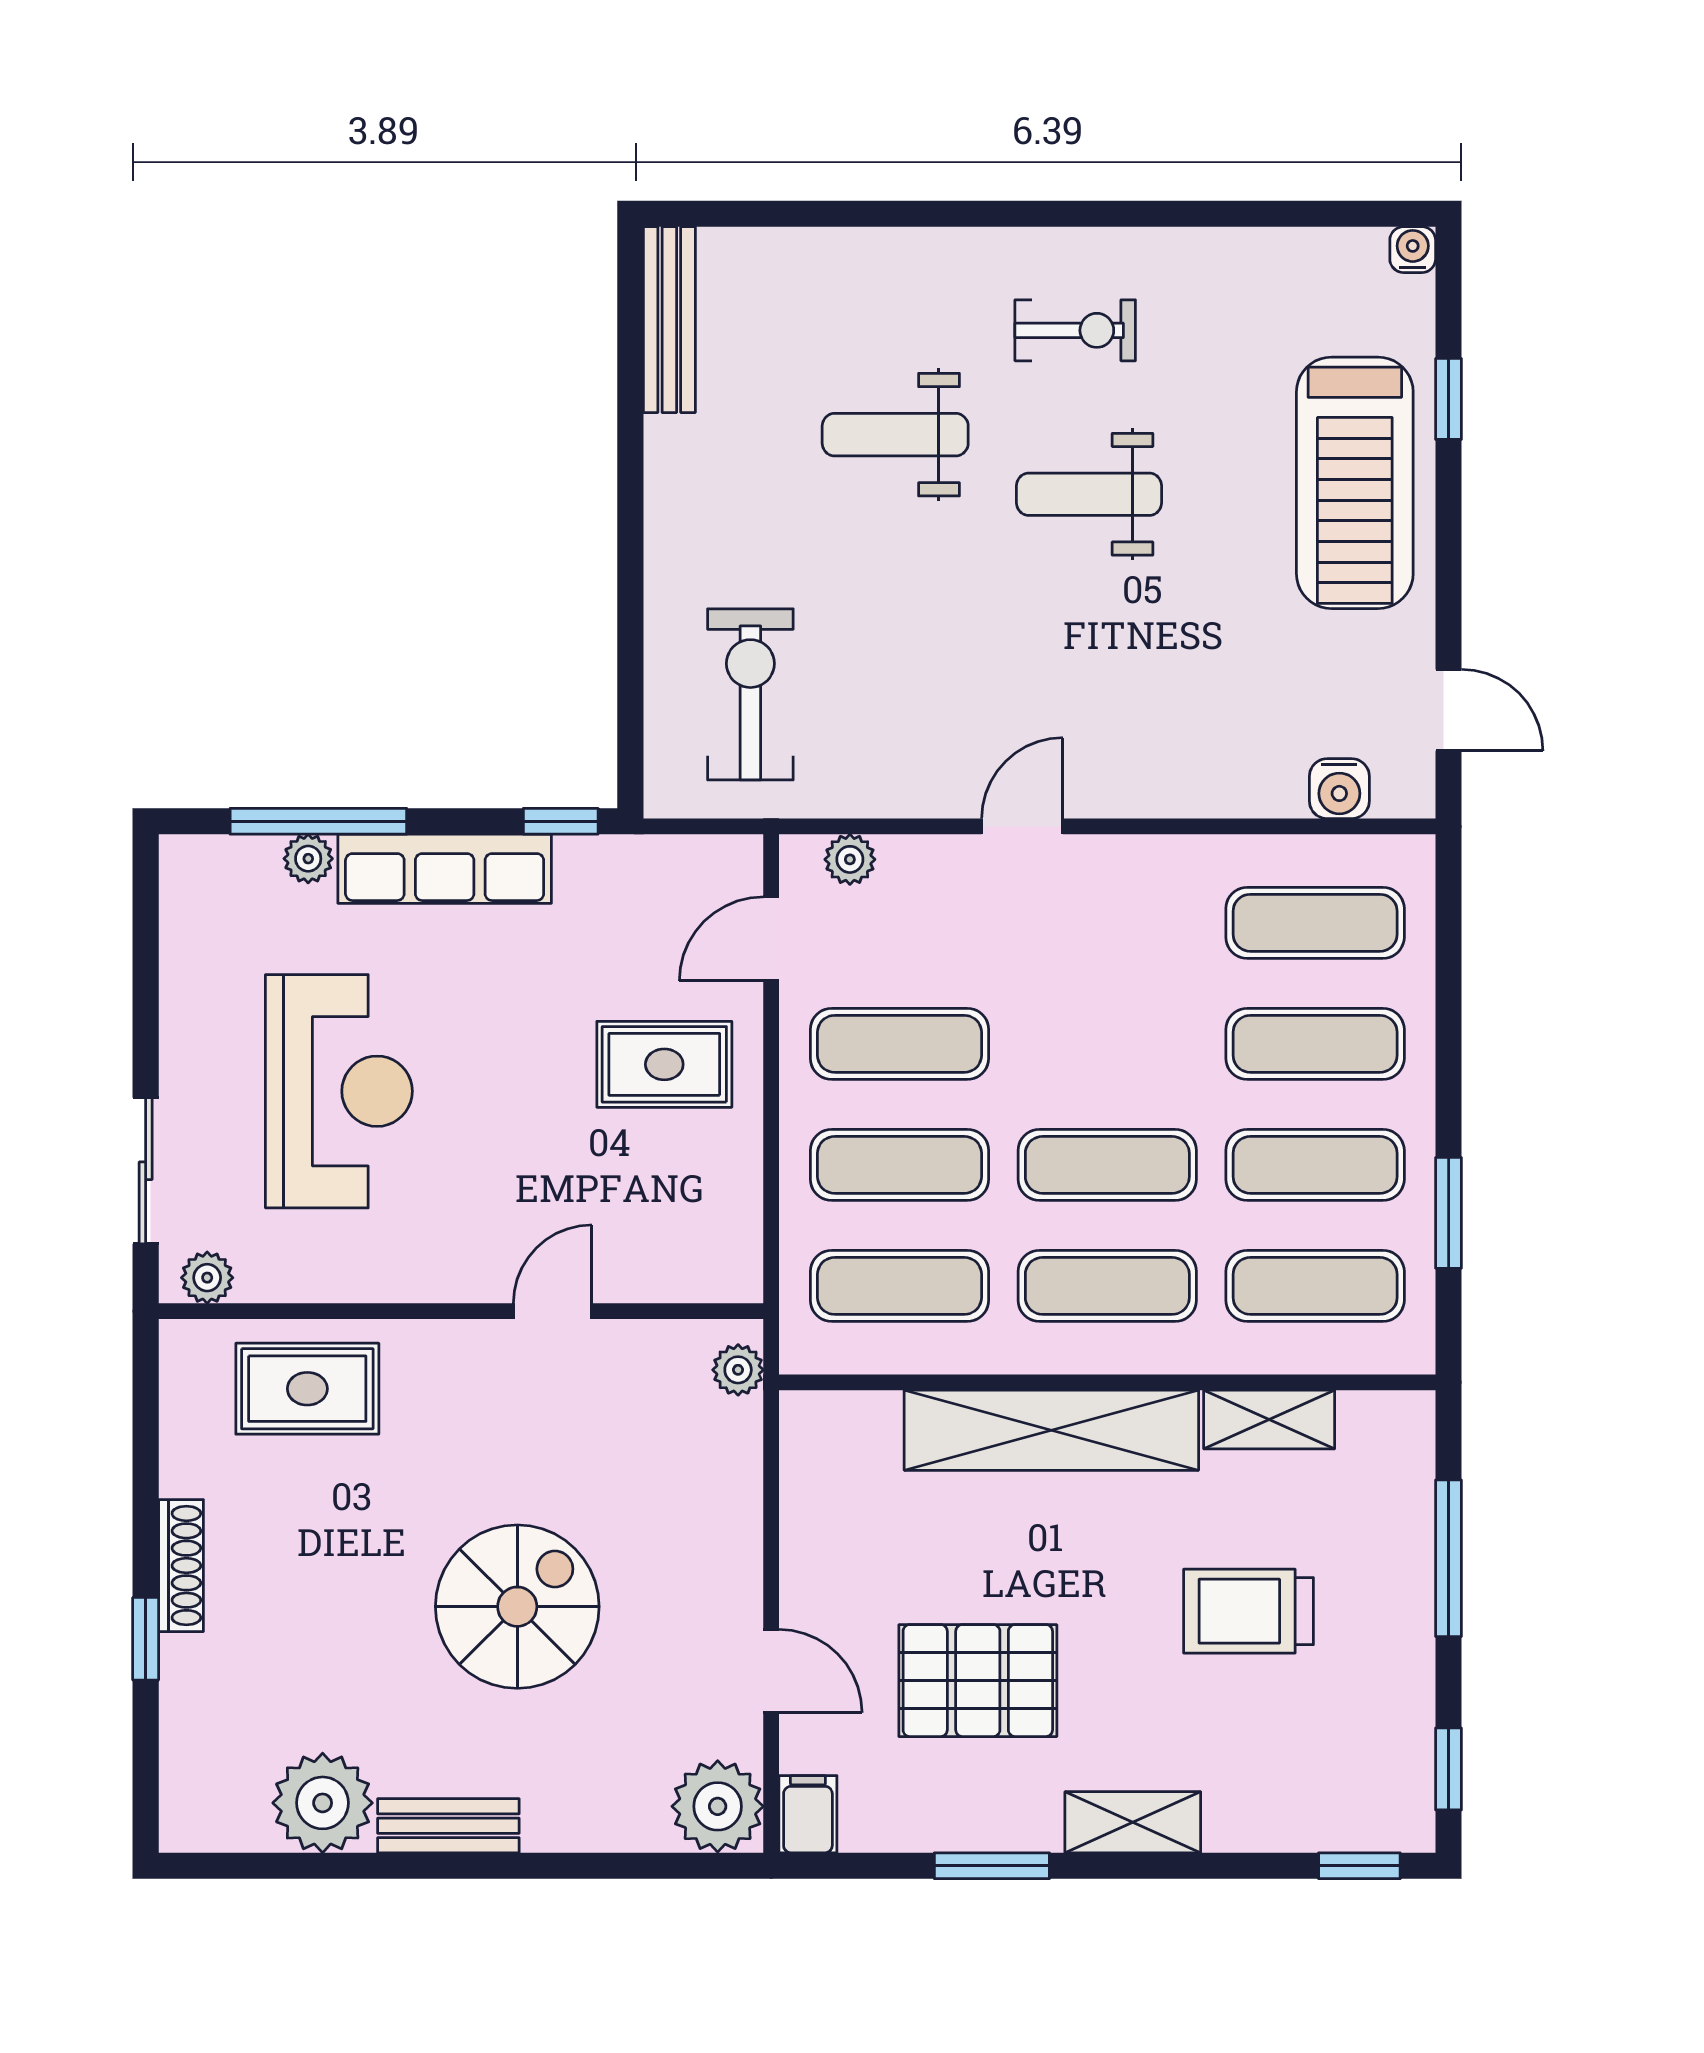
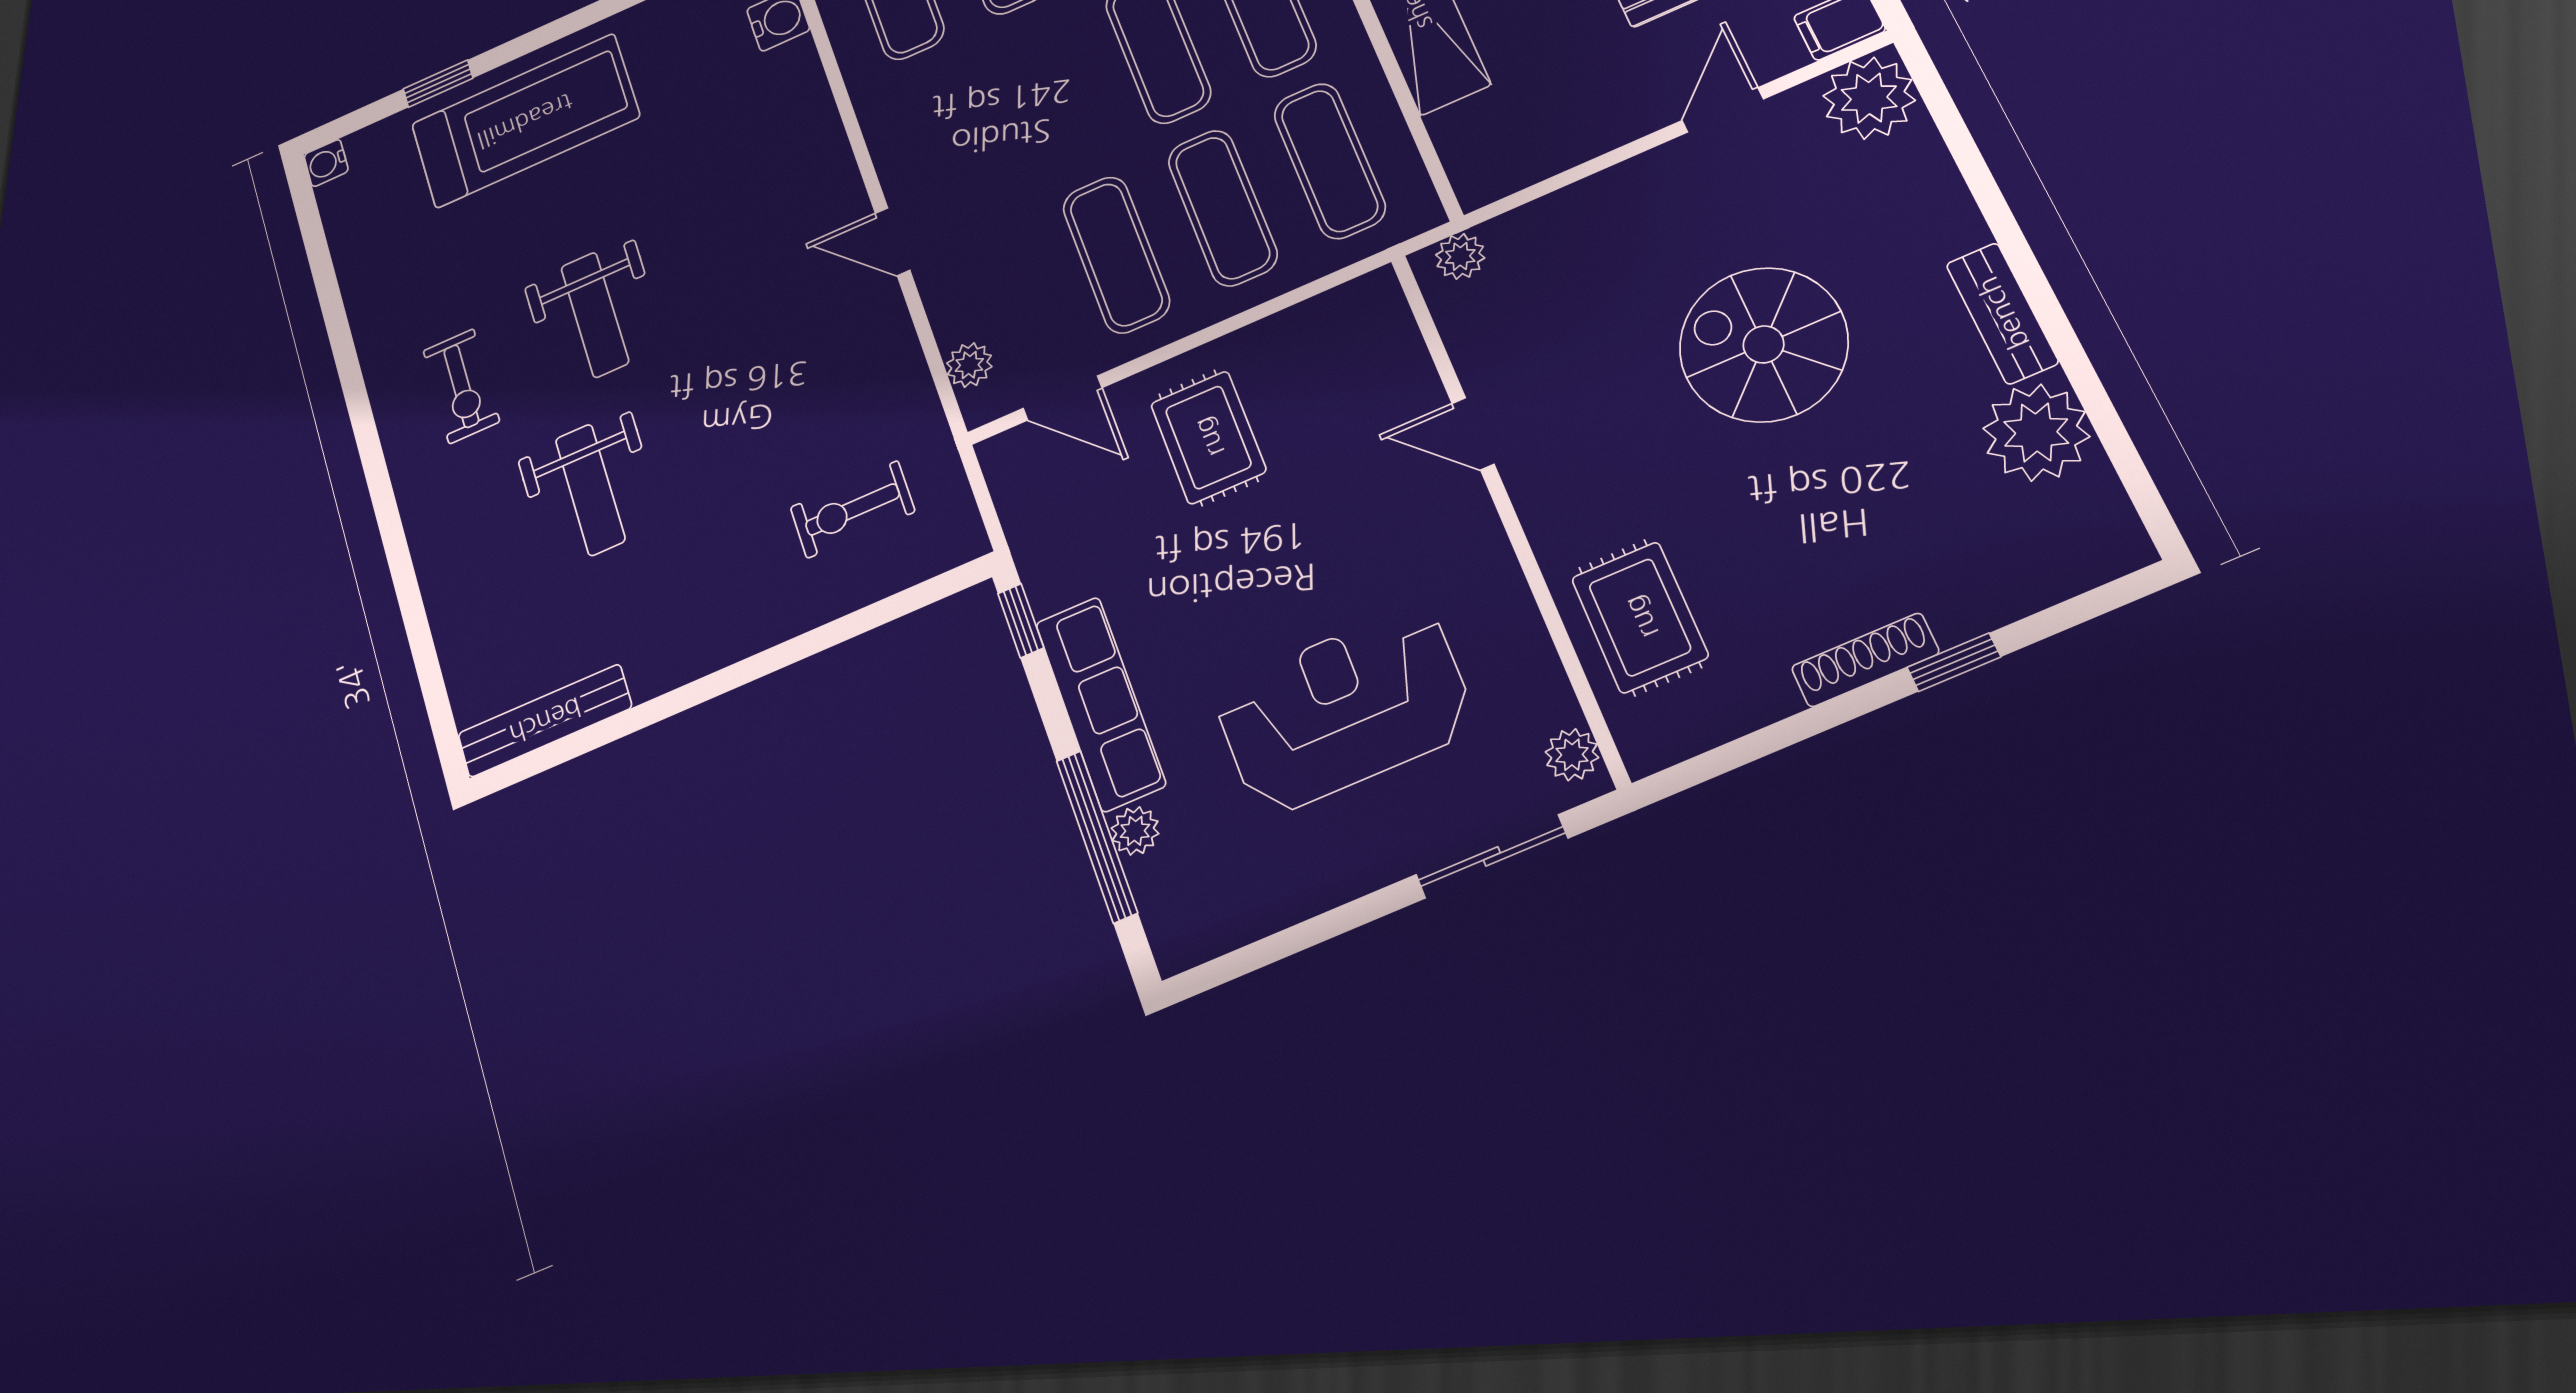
exercise bike: (1075, 330) -> (461, 386), turned 180
exercise bike: (750, 694) -> (853, 509), width x0.73, depth x0.72

